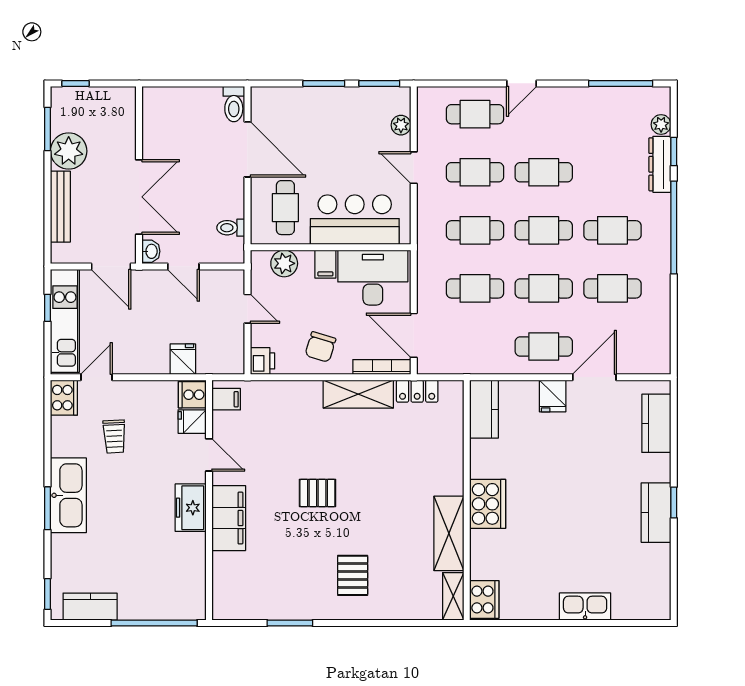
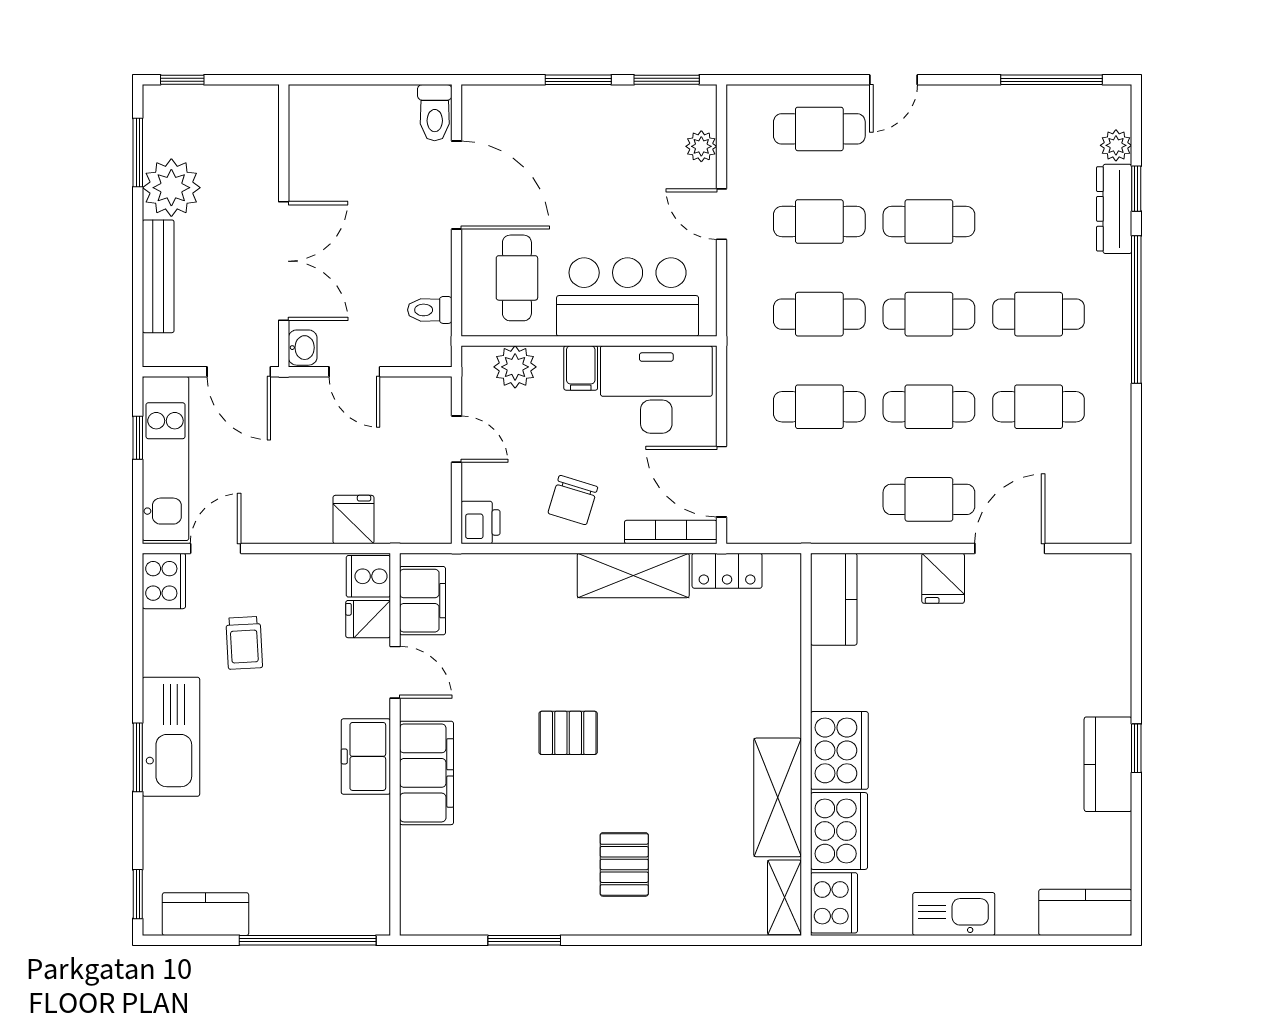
filing cabinet: (226, 399) -> (423, 601), width x2.00
kitchen counter: (656, 423) -> (1085, 912), moved, turned 90
cooker: (487, 554) -> (839, 831), added
kitchen sink: (585, 606) -> (954, 914), moved

